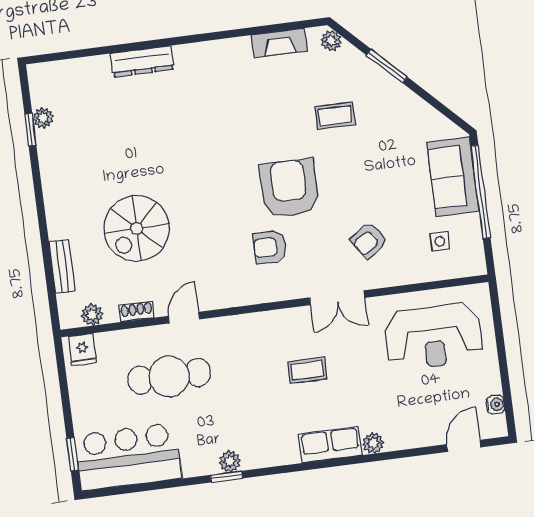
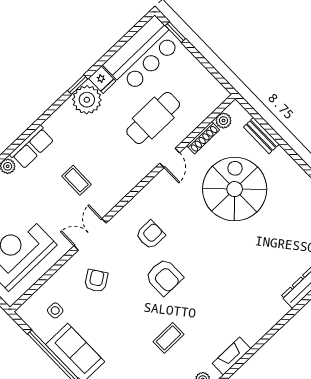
armchair: (289, 188) -> (164, 277), width x0.73, depth x0.73
spiral stairs: (137, 228) -> (235, 189), width x1.37, depth x1.37
shoe rack: (137, 312) -> (203, 138), width x1.43
fridge: (82, 350) -> (102, 80), moved, turned 180
coffee table: (307, 370) -> (76, 180), turned 90
plant: (230, 461) -> (87, 100), width x1.88, depth x1.88

